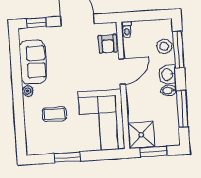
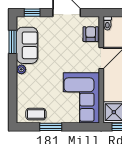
armchair: (108, 44) -> (91, 34), turned 180
window: (15, 59) -> (13, 42), added
coffee table: (54, 114) -> (36, 114), moved

